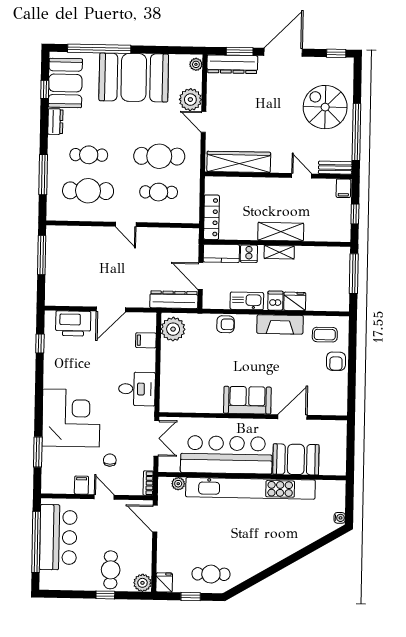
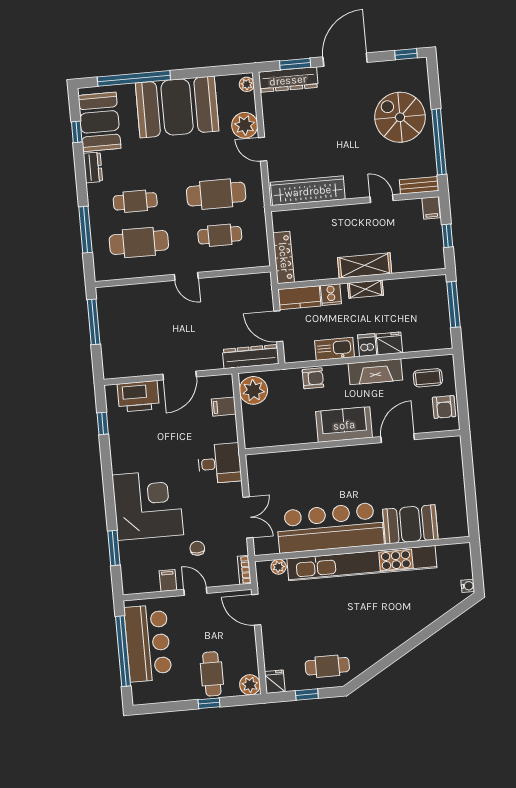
sofa: (247, 400) -> (344, 425), moved
wall: (253, 416) -> (353, 442), moved
door: (292, 417) -> (398, 438), moved

